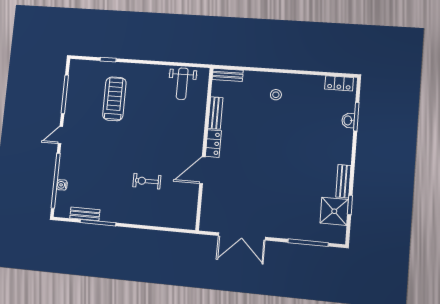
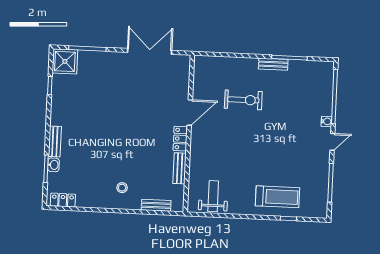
bench: (228, 75) -> (156, 205), moved
treadmill: (114, 99) -> (278, 197), moved, turned -90
exercise bike: (147, 181) -> (243, 100), width x1.38, depth x1.39
bench: (343, 181) -> (55, 141), moved
water cooler: (62, 185) -> (327, 121), moved
shower: (334, 211) -> (65, 61), moved
bench: (85, 214) -> (273, 64), moved

